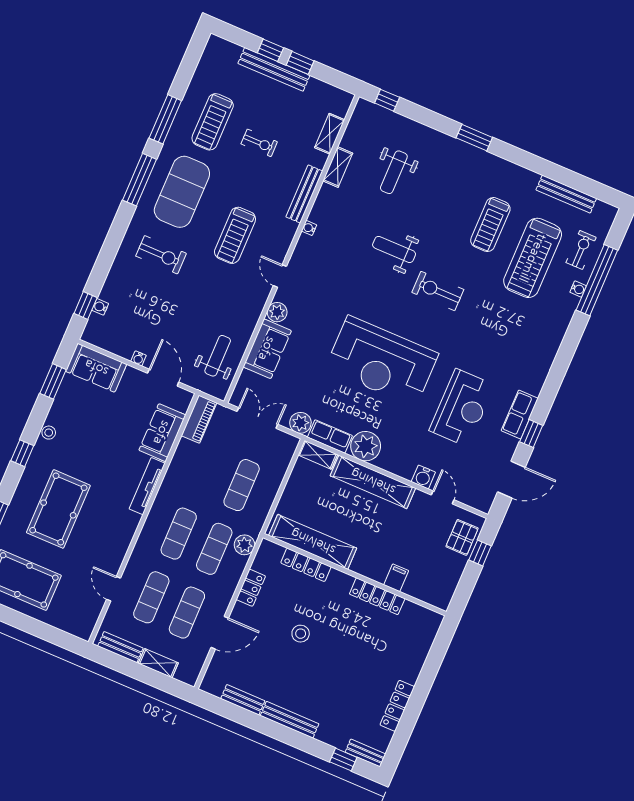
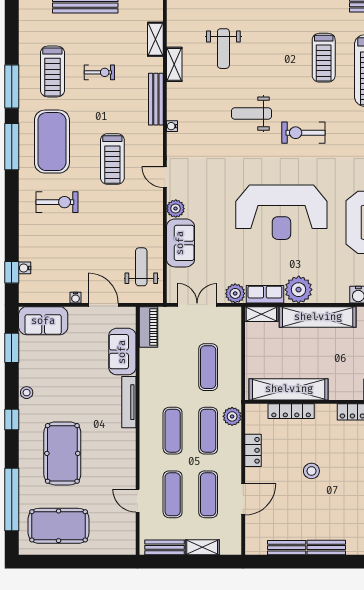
bench: (290, 720) -> (326, 548), width x0.73

